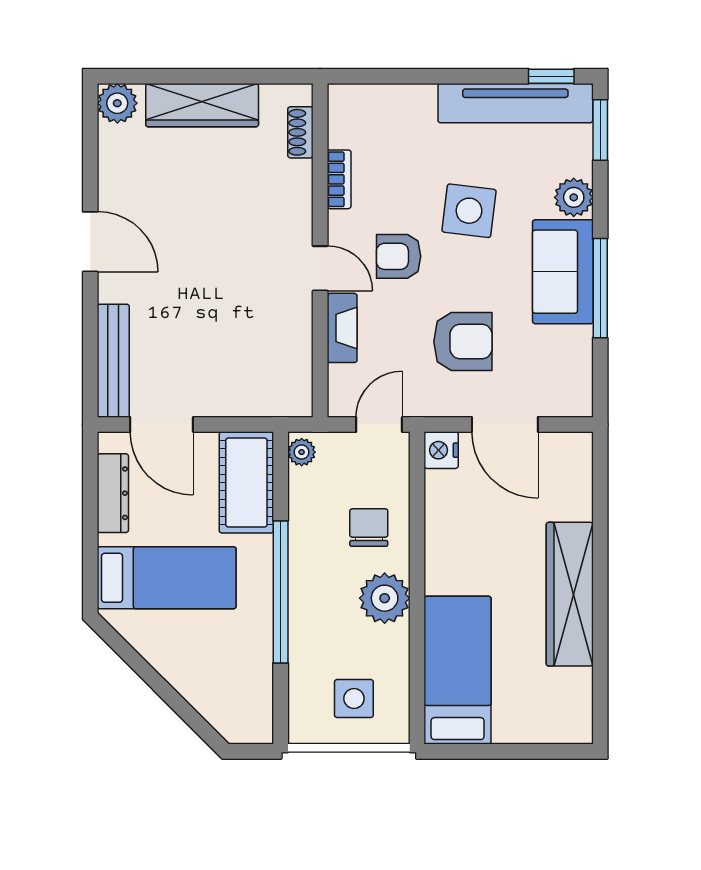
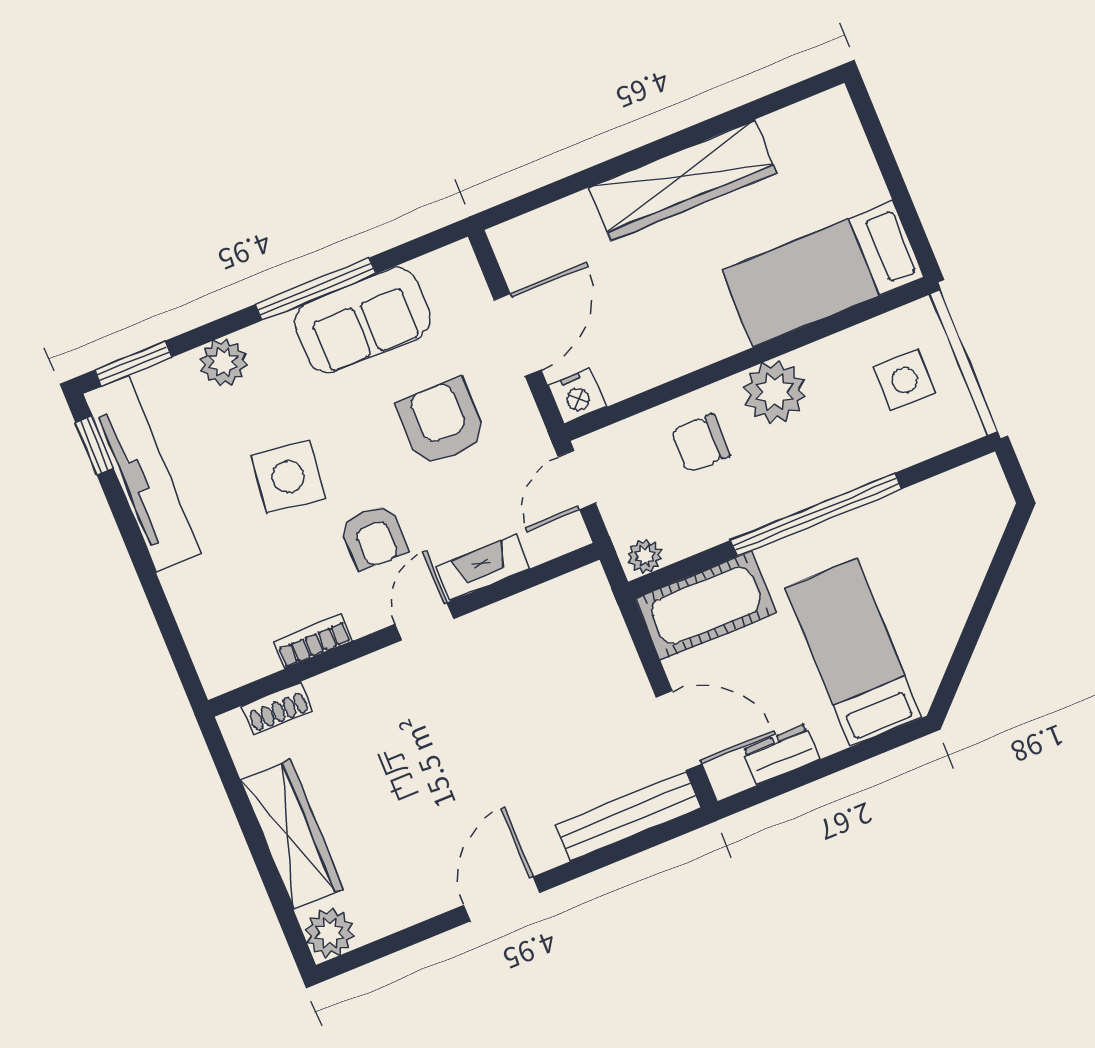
sofa: (563, 272) -> (362, 320), moved
door: (162, 425) -> (679, 731), hinge flipped
door: (379, 425) -> (577, 480), hinge flipped
dresser: (113, 493) -> (781, 754), width x0.70

